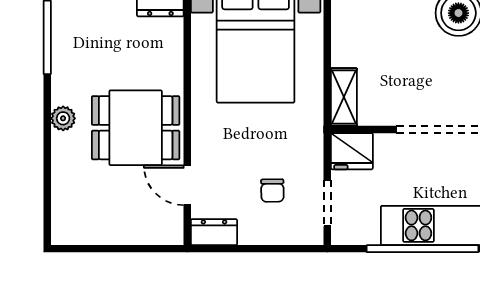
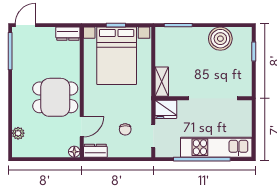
plant: (63, 118) -> (18, 133), moved
door: (187, 185) -> (82, 127), swing flipped
floor lamp: (173, 234) -> (74, 152), added

